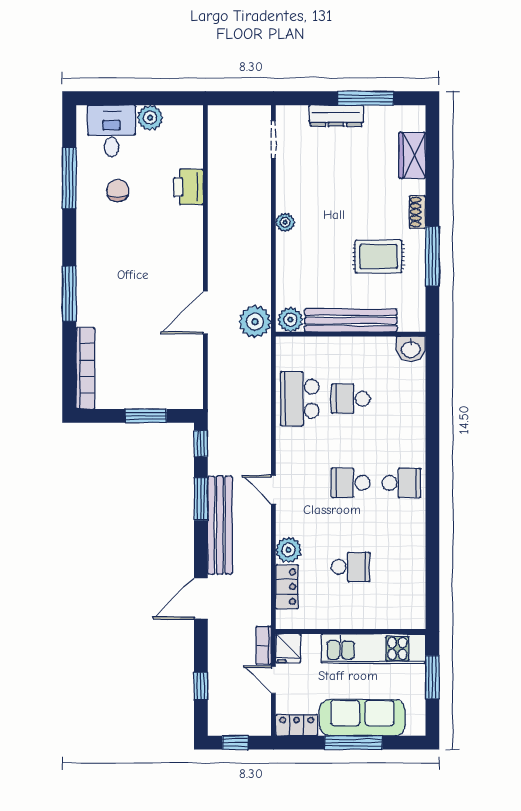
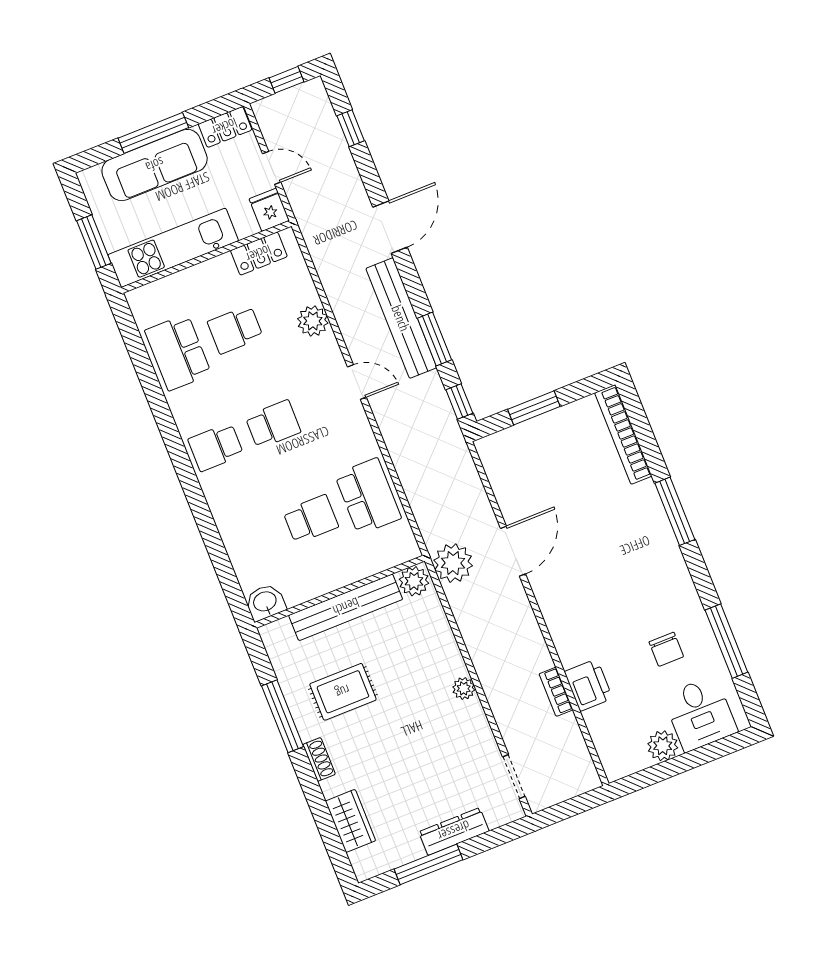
school desk: (401, 567) -> (178, 352), added
locker: (287, 587) -> (259, 254), moved, turned -90
bookcase: (264, 645) -> (556, 692), moved, turned 180

